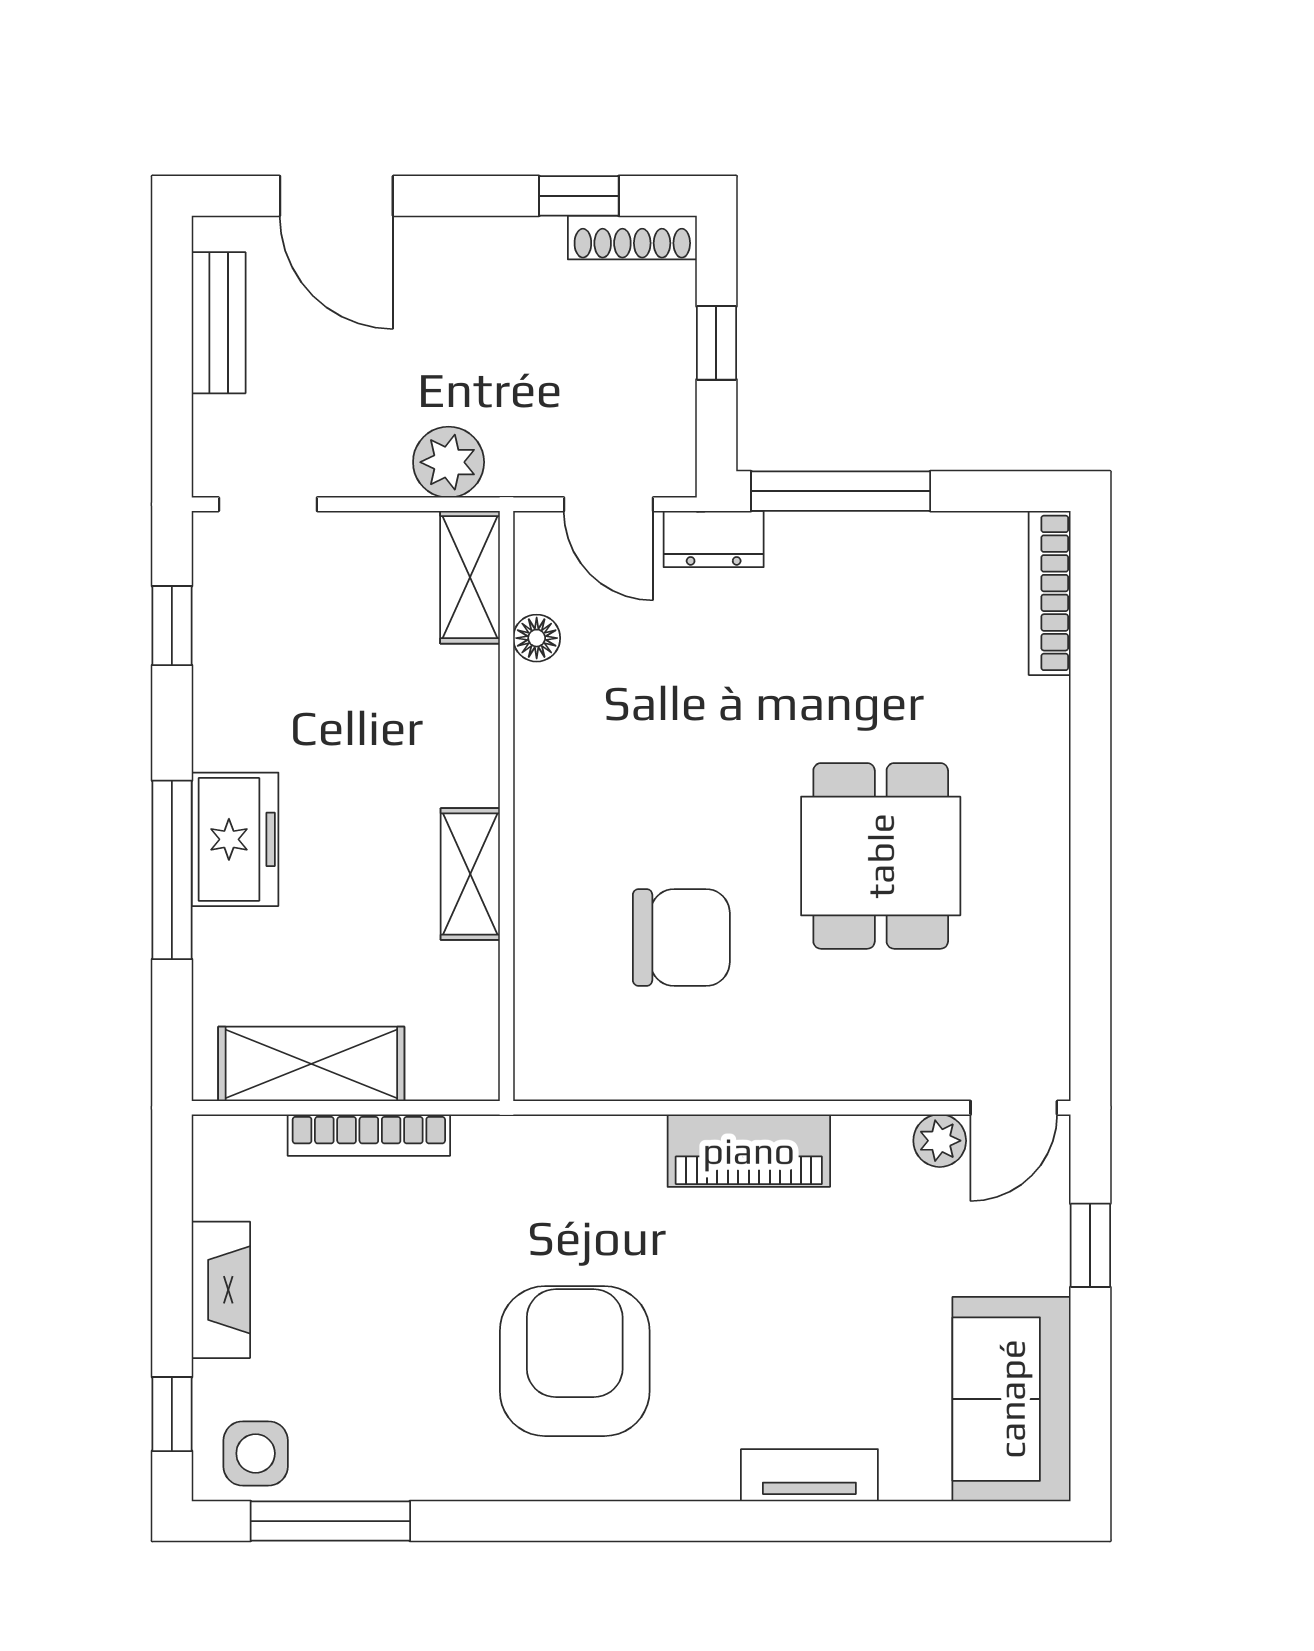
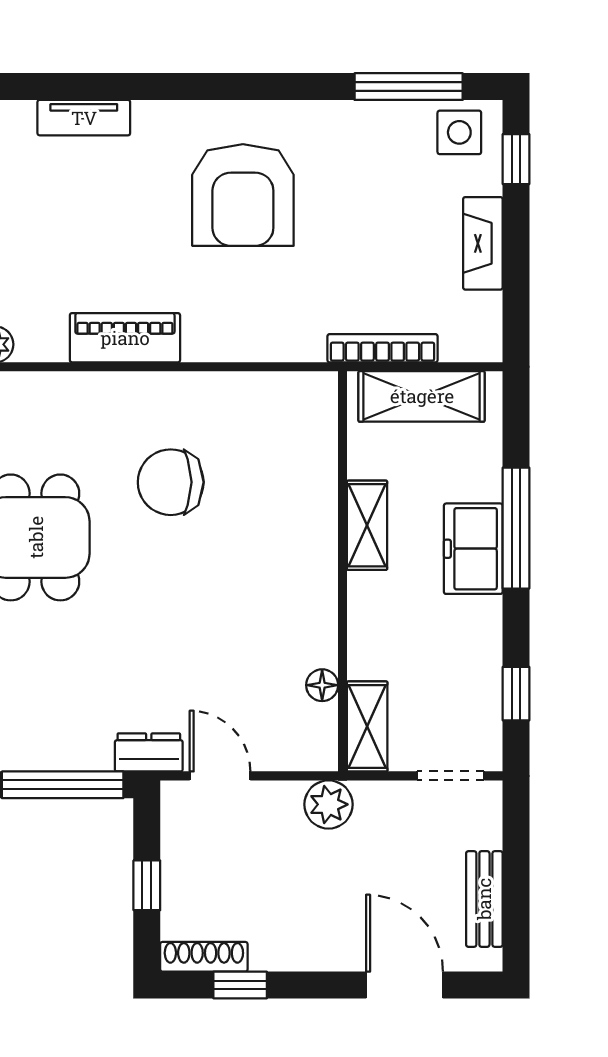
shelving: (470, 577) -> (367, 726), moved
floor lamp: (537, 638) -> (322, 685), moved
wall: (507, 806) -> (343, 571), moved
shelving: (470, 874) -> (367, 525), moved

